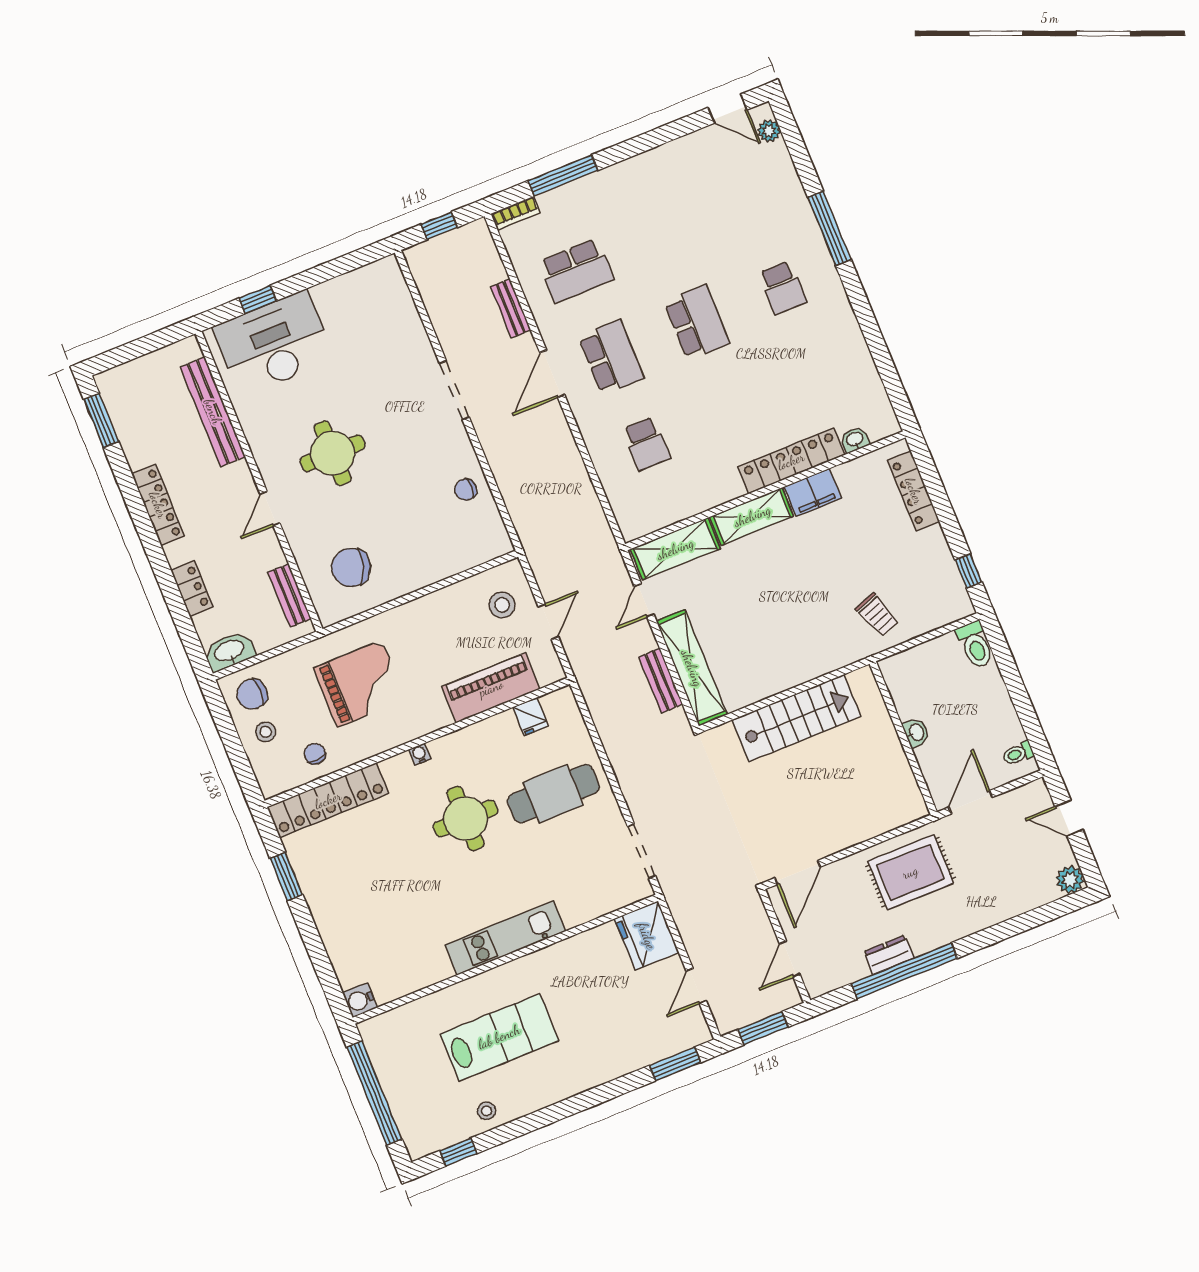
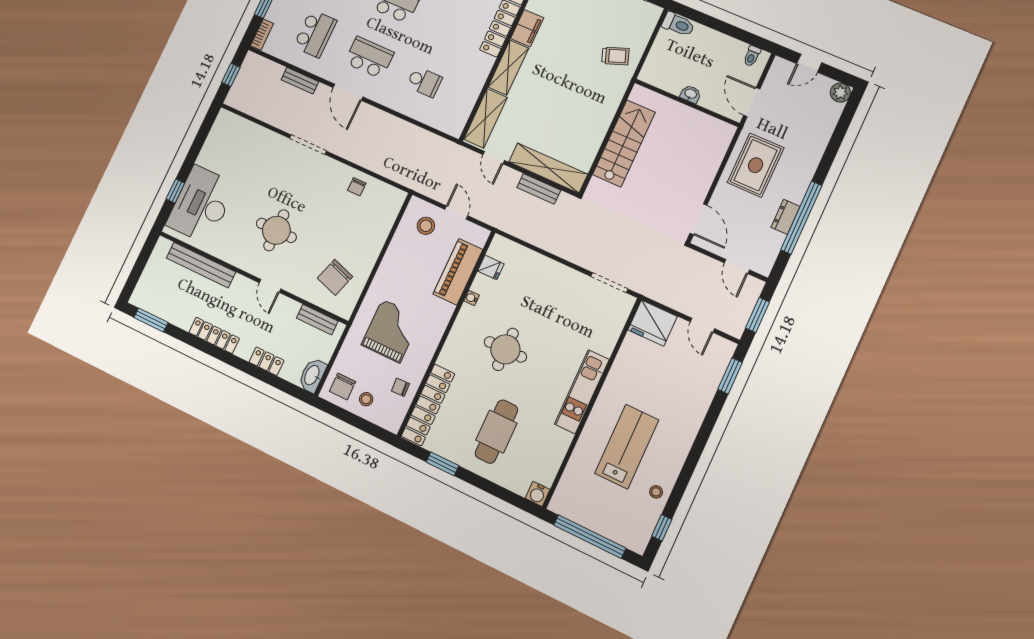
water cooler: (420, 754) -> (471, 298), moved
cafe table: (553, 794) -> (496, 432), moved

